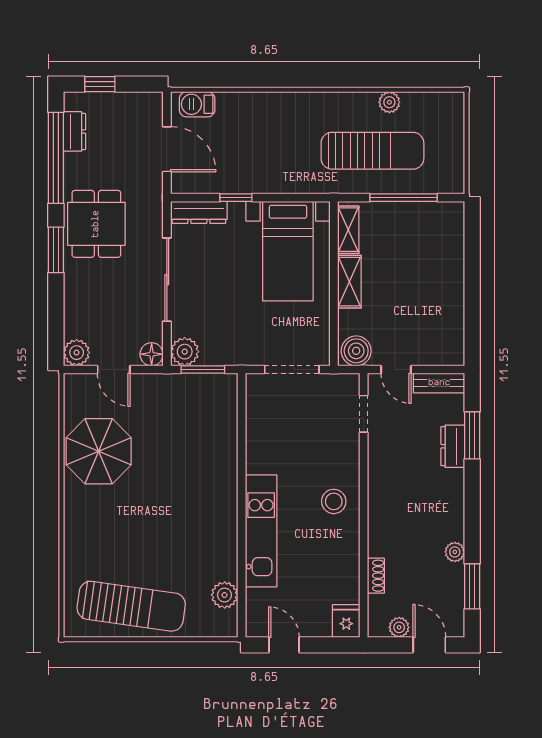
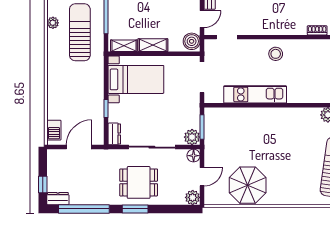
dresser: (74, 131) -> (58, 199), moved
dresser: (199, 212) -> (114, 134), width x0.70
dining table: (96, 224) -> (139, 182), moved
kitchen unit: (261, 531) -> (255, 94), moved

